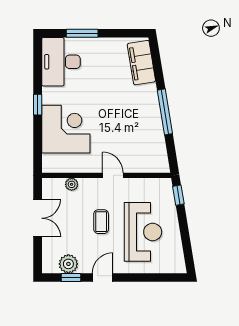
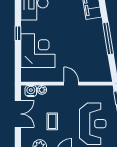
water cooler: (56, 186) -> (31, 91), added
coffee table: (101, 222) -> (52, 121), moved

